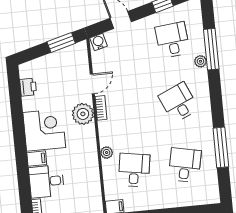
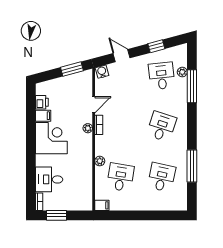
plant: (200, 61) -> (182, 72), moved
desk: (179, 102) -> (162, 127), turned 42
plant: (83, 114) -> (88, 128), width x0.53, depth x0.53
filing cabinet: (37, 159) -> (43, 116), moved

